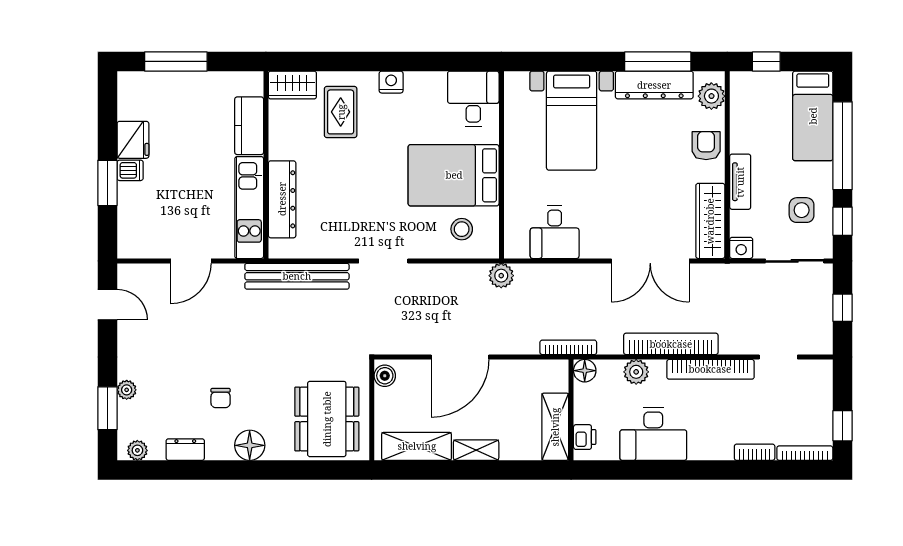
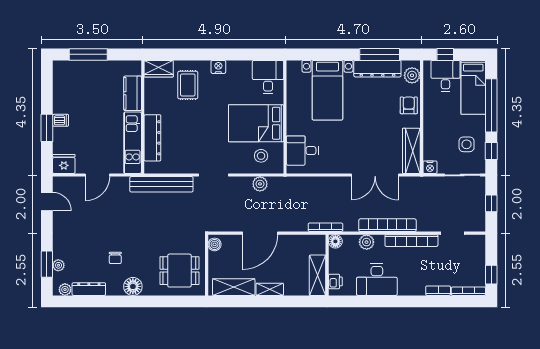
desk: (767, 97) -> (445, 76), added
fridge: (133, 140) -> (64, 164), moved, turned -90
tv unit: (740, 182) -> (429, 127), removed
desk: (555, 232) -> (302, 151), moved, turned 90
plant: (501, 276) -> (260, 184), moved
plant: (127, 390) -> (58, 265), moved
dining table: (327, 419) -> (179, 271), width x0.73
dresser: (185, 450) -> (89, 289), width x1.44

